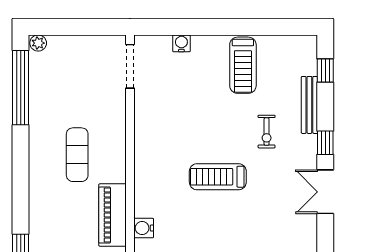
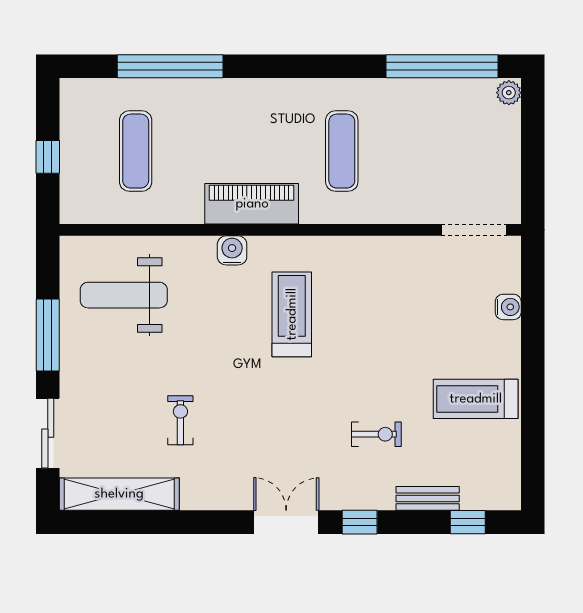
bench: (309, 105) -> (428, 498), width x0.73
exercise bike: (267, 132) -> (376, 434), turned 180
exercise mat: (77, 155) -> (342, 151), turned 90
treadmill: (218, 177) -> (292, 314), moved

